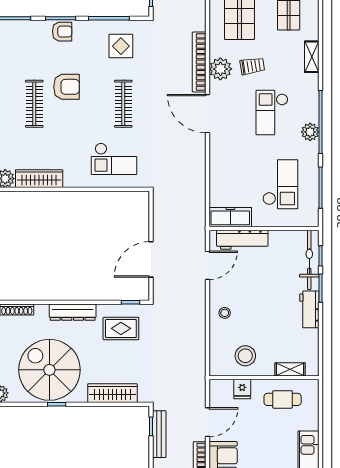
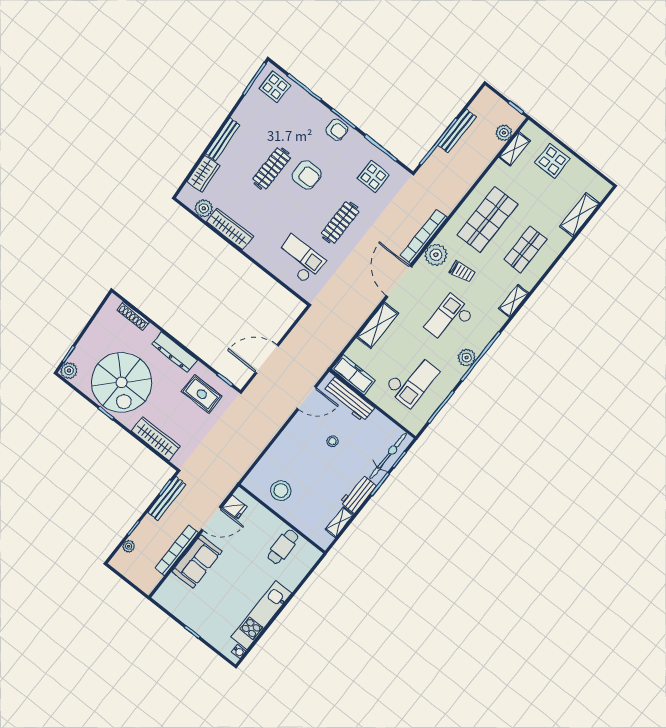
checkout: (114, 159) -> (299, 259), turned 180
shelving: (218, 162) -> (378, 325), added
stool: (225, 313) -> (332, 441), moved
shelving: (290, 369) -> (339, 522), moved, turned 90
spiral stairs: (49, 370) -> (122, 382), turned 180
fridge: (242, 389) -> (235, 507), moved, turned -90
cafe table: (283, 399) -> (283, 547), turned 90

